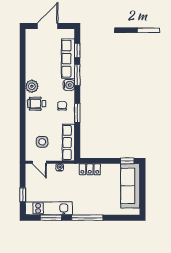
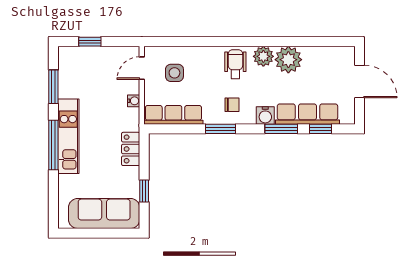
plant: (34, 71) -> (288, 60), added
window: (127, 161) -> (144, 191), moved
kitchen unit: (49, 208) -> (68, 136), moved

